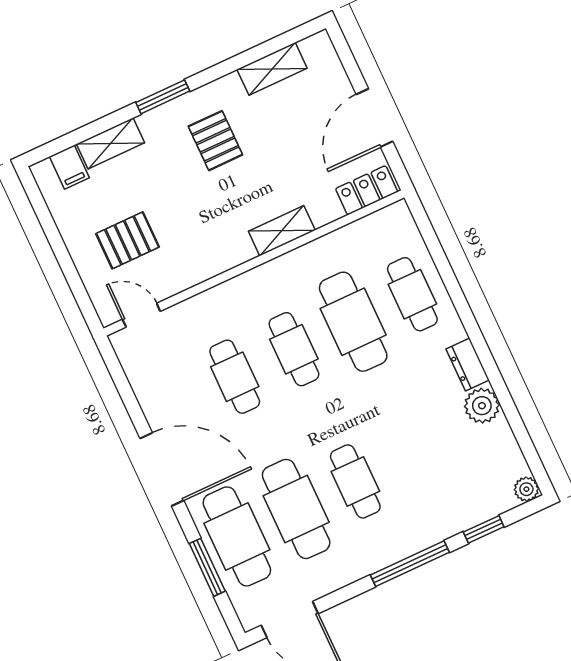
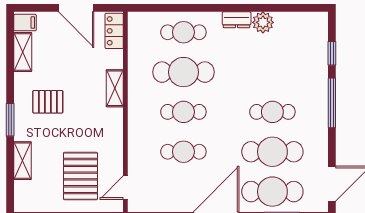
filing cabinet: (69, 167) -> (25, 23), moved
pallet: (128, 240) -> (80, 176), width x1.50, depth x1.42
plant: (526, 489) -> (321, 19), removed

